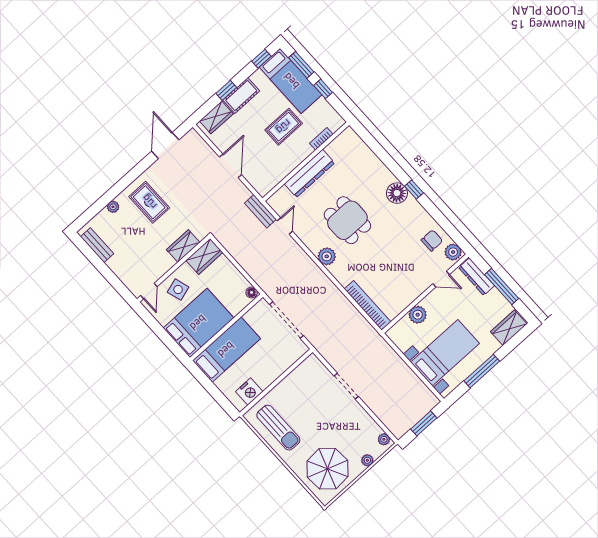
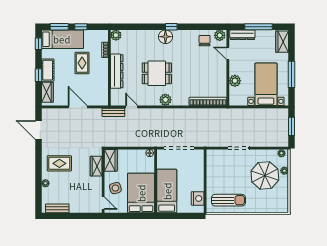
plant: (349, 136) -> (116, 35), added
door: (441, 279) -> (228, 53), swing flipped
parasol: (328, 469) -> (265, 175), moved

